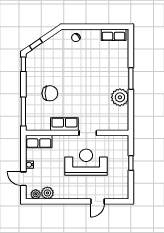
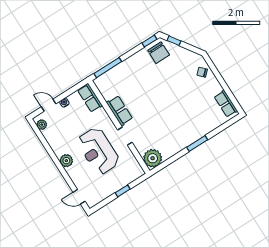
chair: (50, 93) -> (159, 53), moved
plant: (120, 97) -> (153, 158), moved
reception desk: (86, 162) -> (98, 151), turned 180
door: (23, 179) -> (49, 105), hinge flipped
plant: (47, 193) -> (66, 161), moved
door: (98, 201) -> (79, 197), moved

